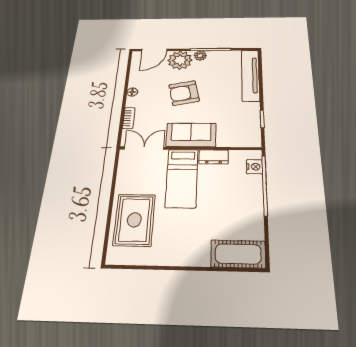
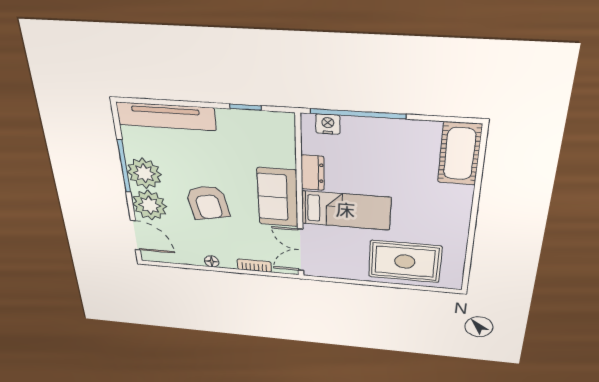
plant: (200, 56) -> (144, 173), width x1.88, depth x1.88

